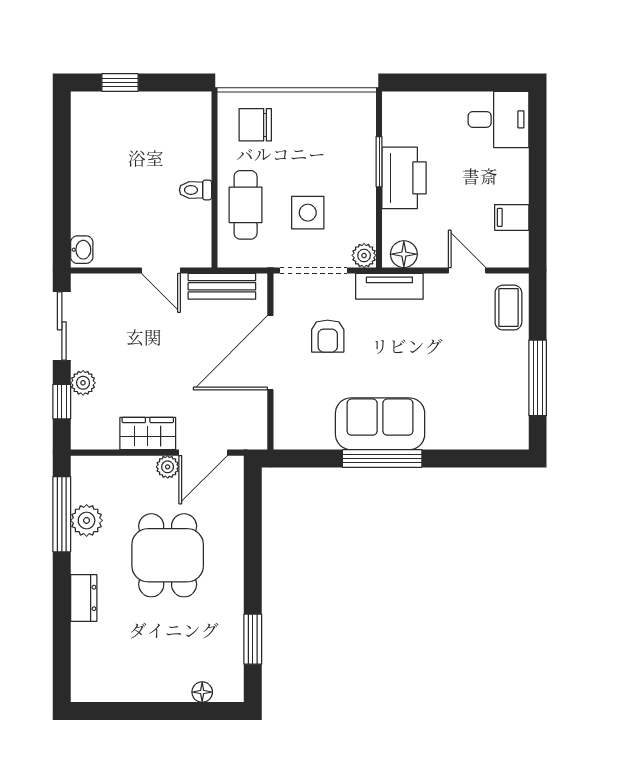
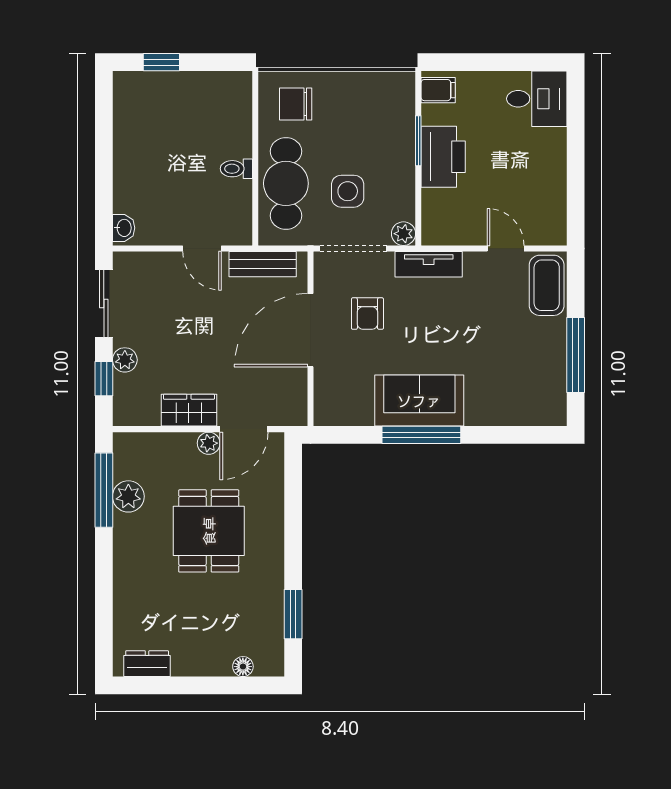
cafe table: (246, 205) -> (286, 183), width x1.37, depth x1.35
filing cabinet: (512, 217) -> (438, 90), moved, turned 180
floor lamp: (404, 254) -> (443, 232), removed
coffee table: (508, 308) -> (547, 285), width x1.36, depth x1.30
dresser: (84, 598) -> (147, 664), moved, turned -90

